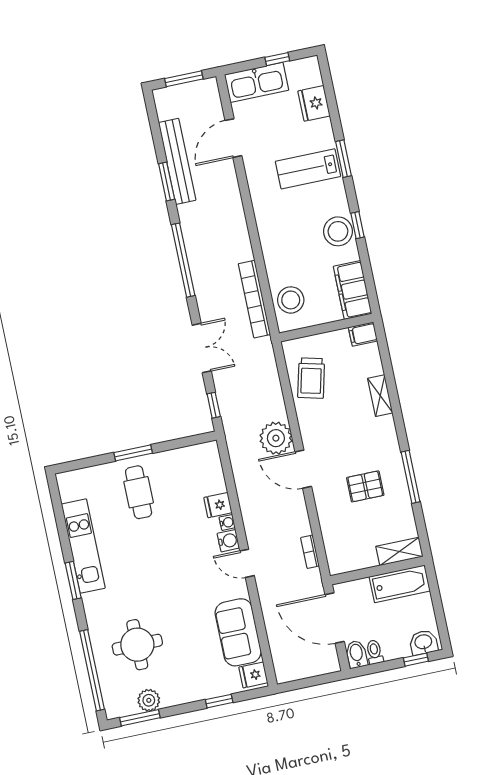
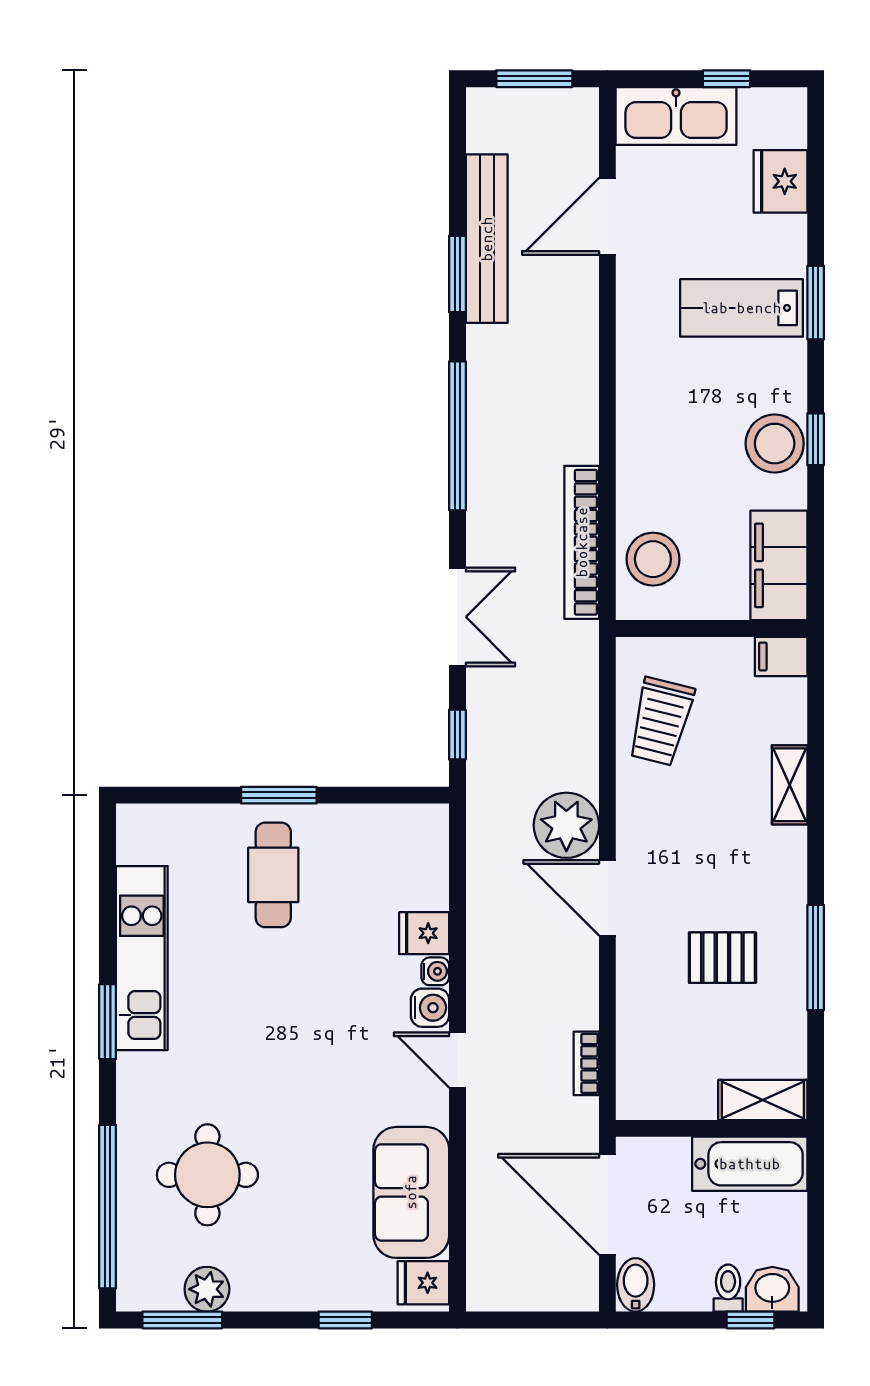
toilet: (375, 652) -> (728, 1288), moved

